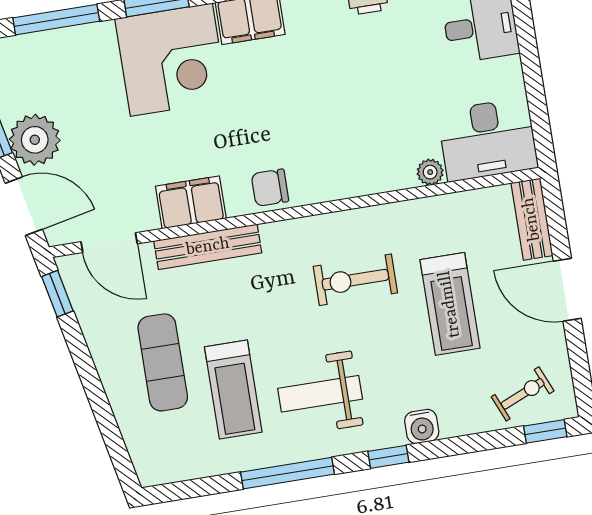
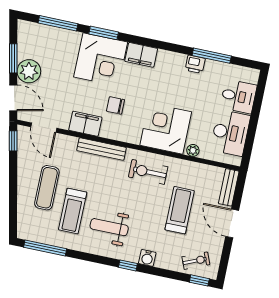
desk: (488, 140) -> (230, 133), moved, turned -90
corner desk: (358, 149) -> (166, 129), added
chair: (270, 188) -> (115, 105), moved
bench: (208, 247) -> (102, 149), moved
exercise bike: (355, 280) -> (148, 172), moved
treadmill: (450, 304) -> (180, 210), turned 180
window: (287, 473) -> (45, 248), moved

